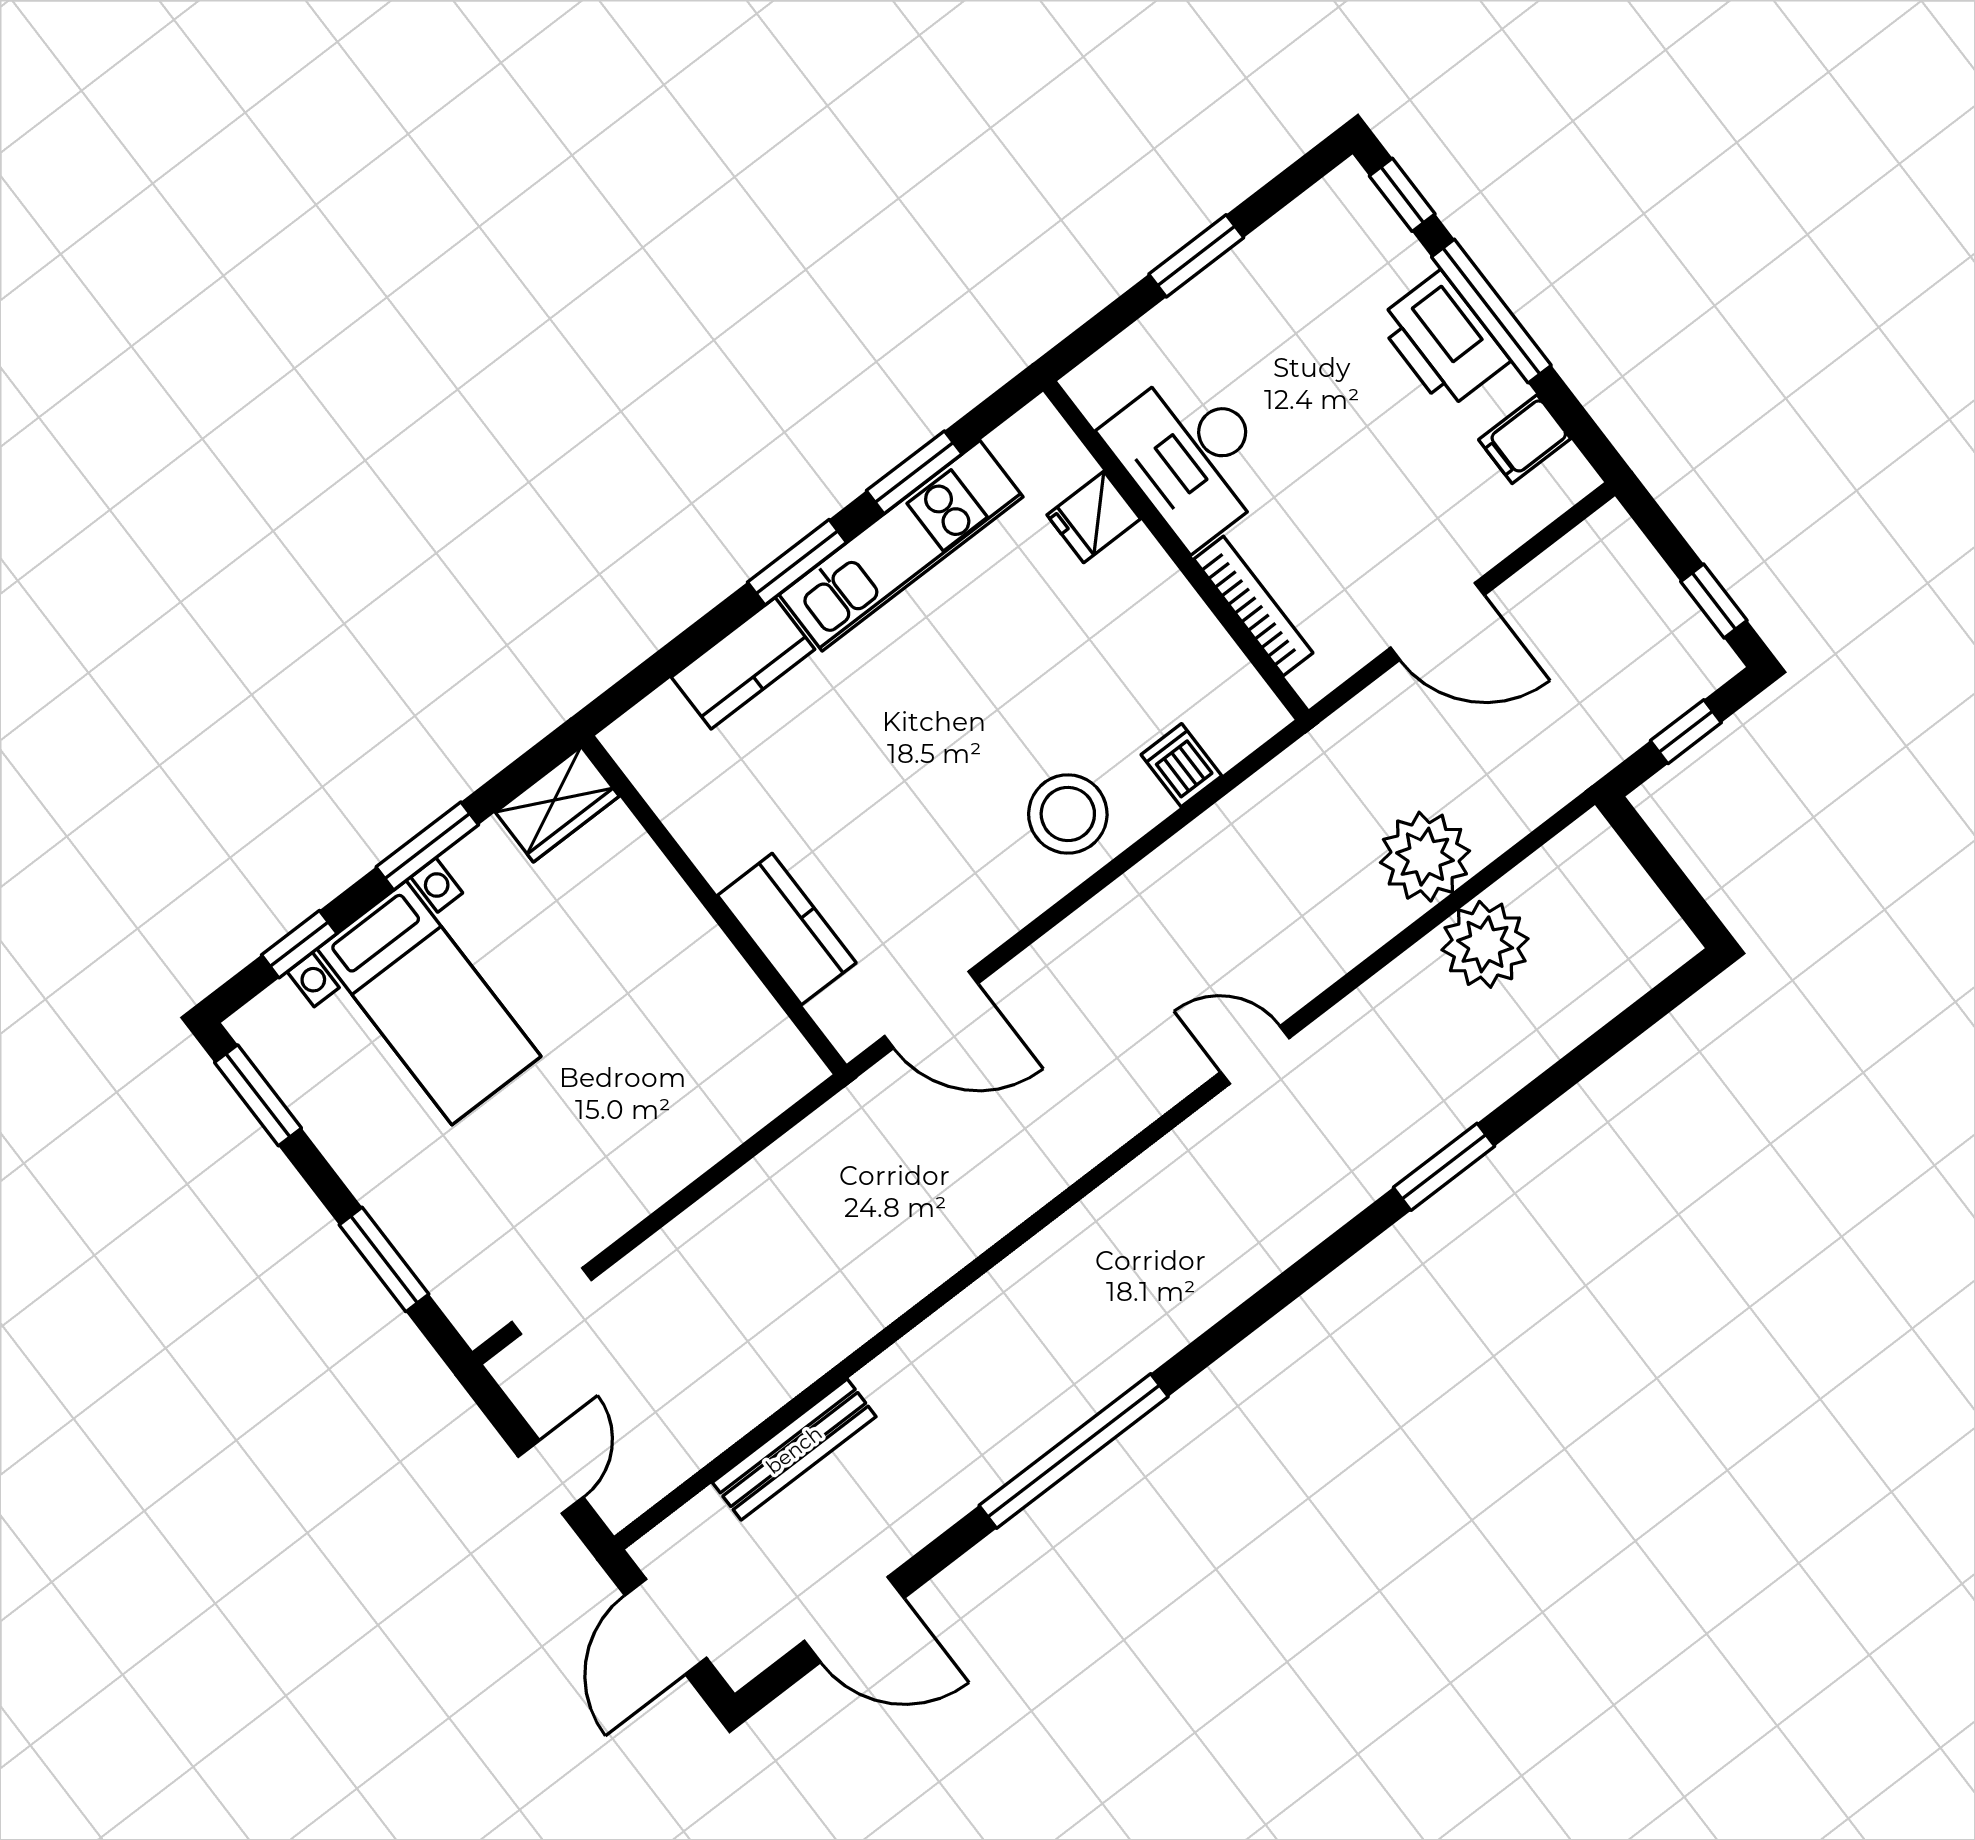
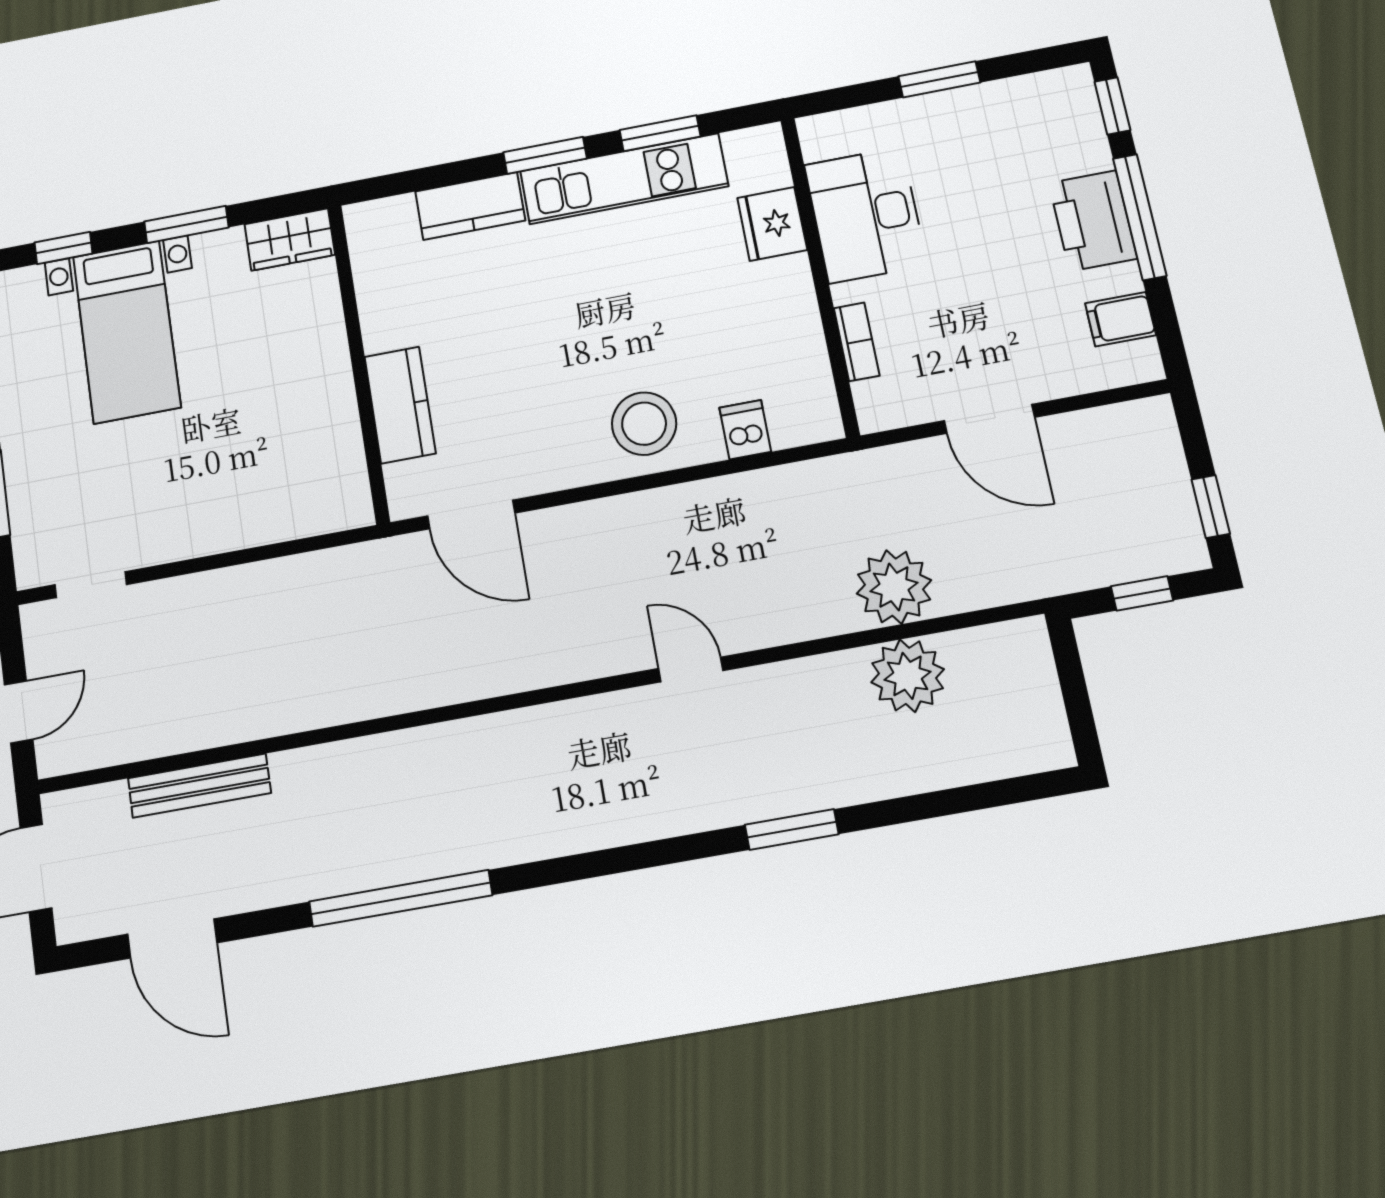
fridge: (1094, 517) -> (772, 224), width x1.38
bookcase: (1253, 606) -> (857, 342), width x0.64

